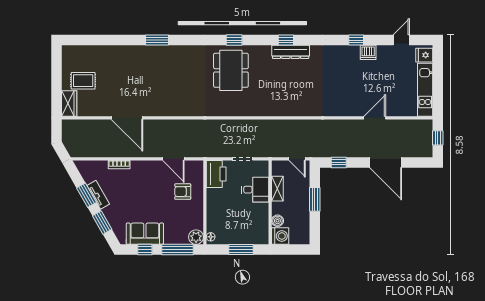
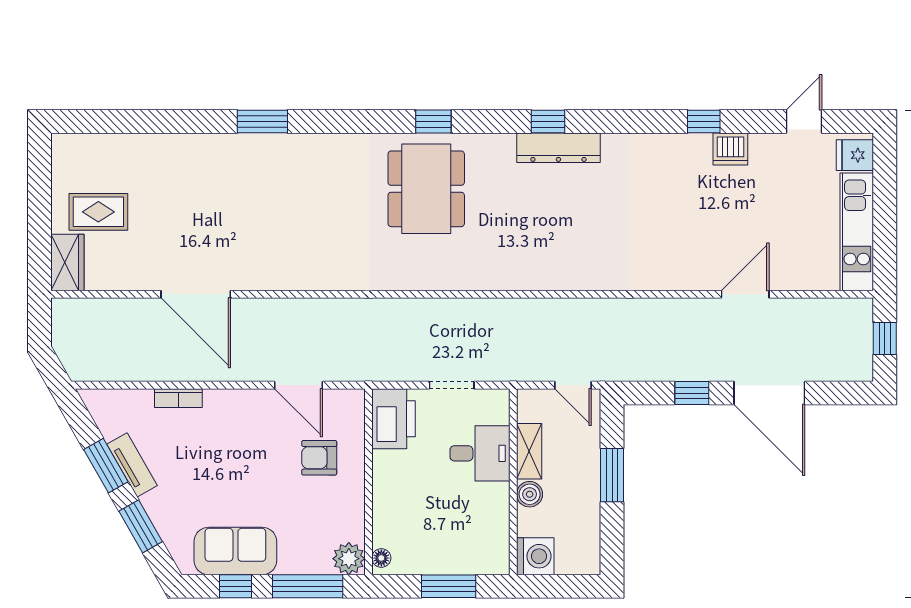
window: (339, 162) -> (692, 393), moved
boiler: (278, 221) -> (530, 494), moved

